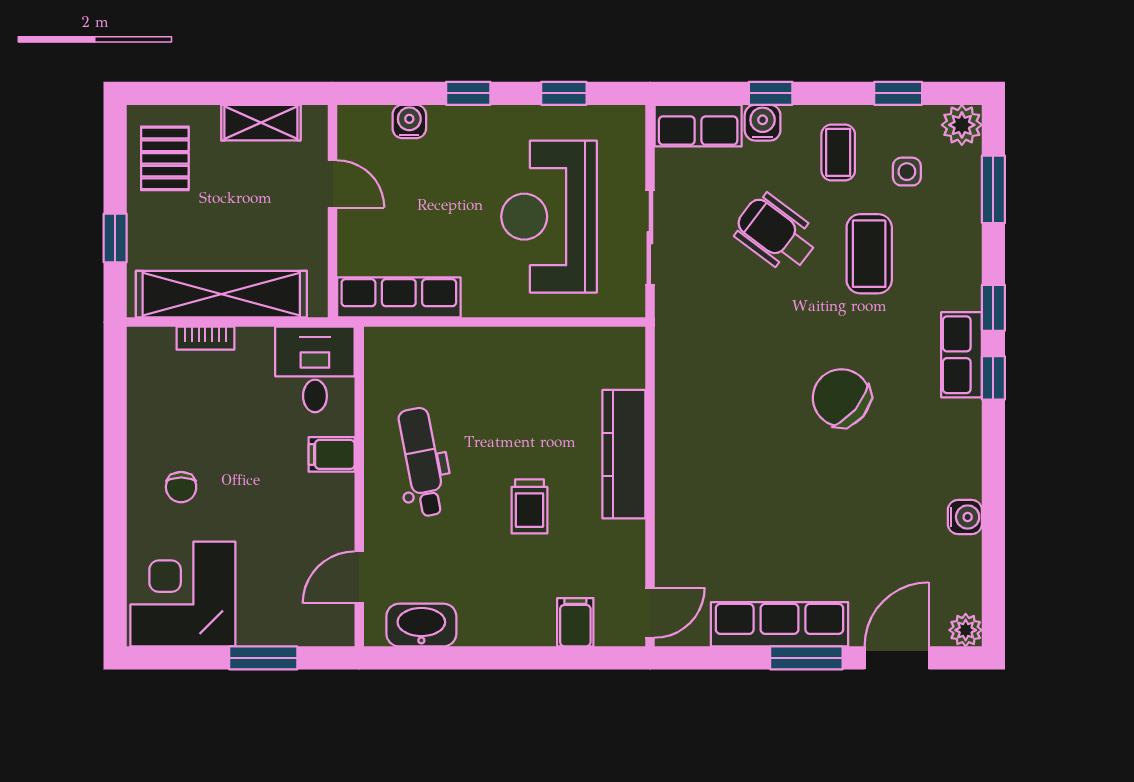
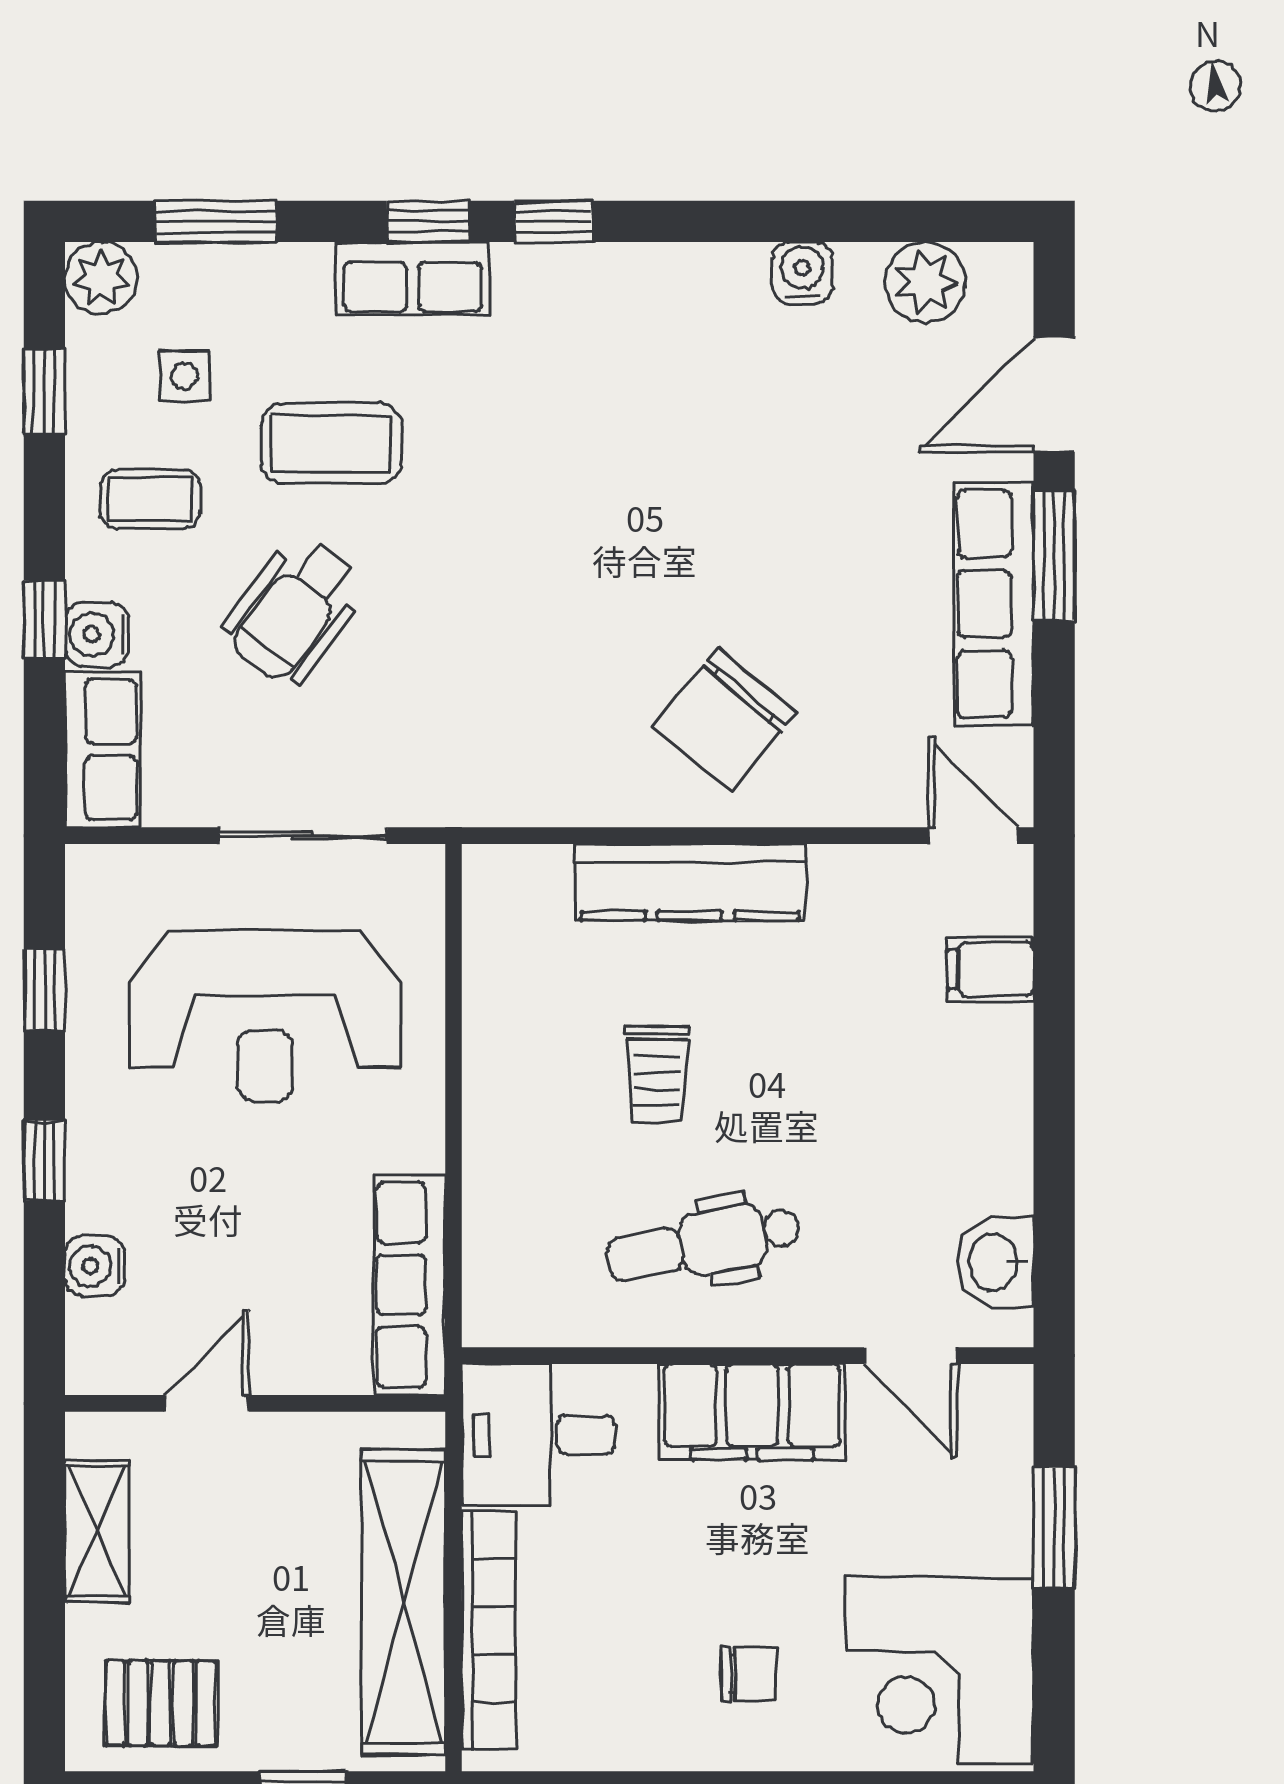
bookcase: (205, 338) -> (489, 1631), width x2.31, depth x1.31
row of seats: (962, 355) -> (412, 278), moved
chair: (841, 398) -> (725, 719), moved
filing cabinet: (332, 454) -> (752, 1412), width x3.00, depth x1.17
trolley: (529, 506) -> (657, 1074), moved, turned 90
washbasin: (421, 625) -> (995, 1262), width x0.72
plant: (966, 630) -> (925, 282), moved, width x1.38, depth x1.38
door: (897, 658) -> (1054, 395), hinge flipped

